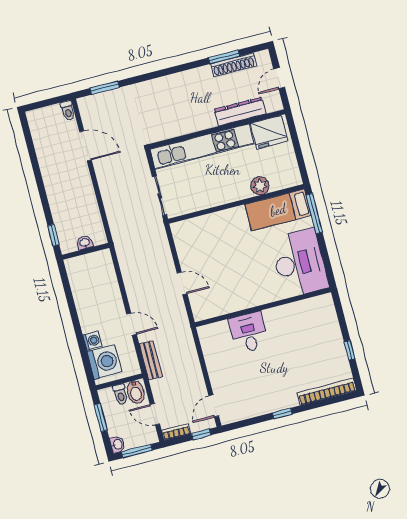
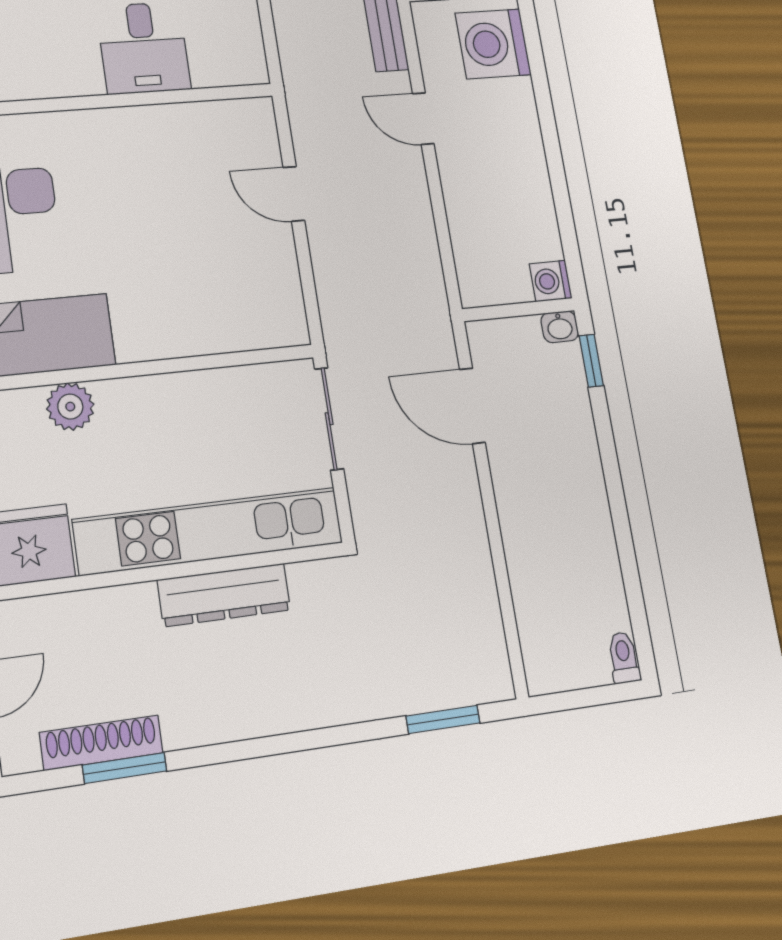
toilet: (68, 111) -> (624, 658), moved
dresser: (240, 112) -> (224, 595), moved
door: (85, 146) -> (472, 406), moved
washbasin: (85, 243) -> (560, 327), moved
washing machine: (92, 341) -> (551, 281), moved

